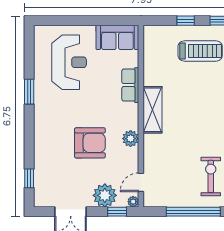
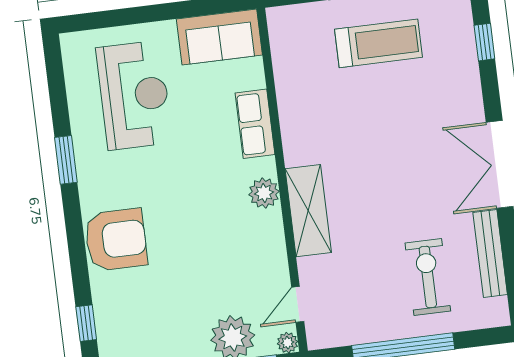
shelving: (152, 110) -> (308, 211), moved
plant: (131, 139) -> (264, 193), moved
armchair: (90, 143) -> (116, 240), moved

